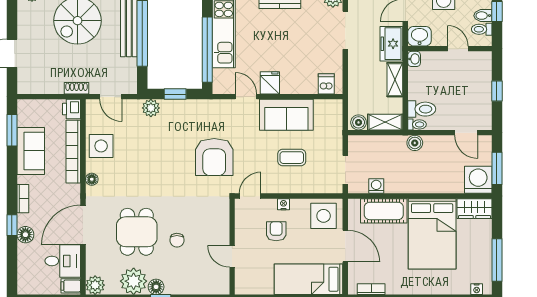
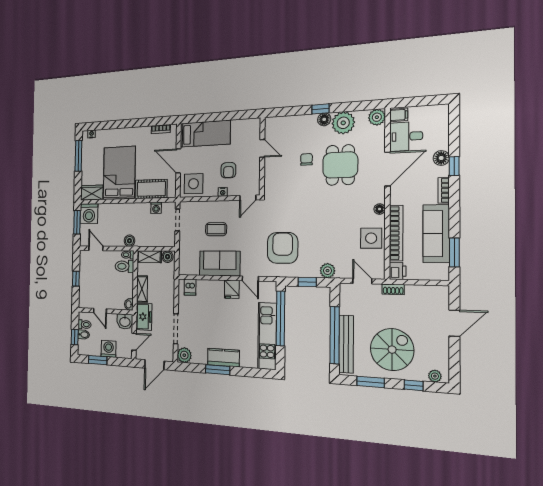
sofa: (31, 151) -> (436, 234), width x1.36
armchair: (214, 157) -> (283, 248), moved

